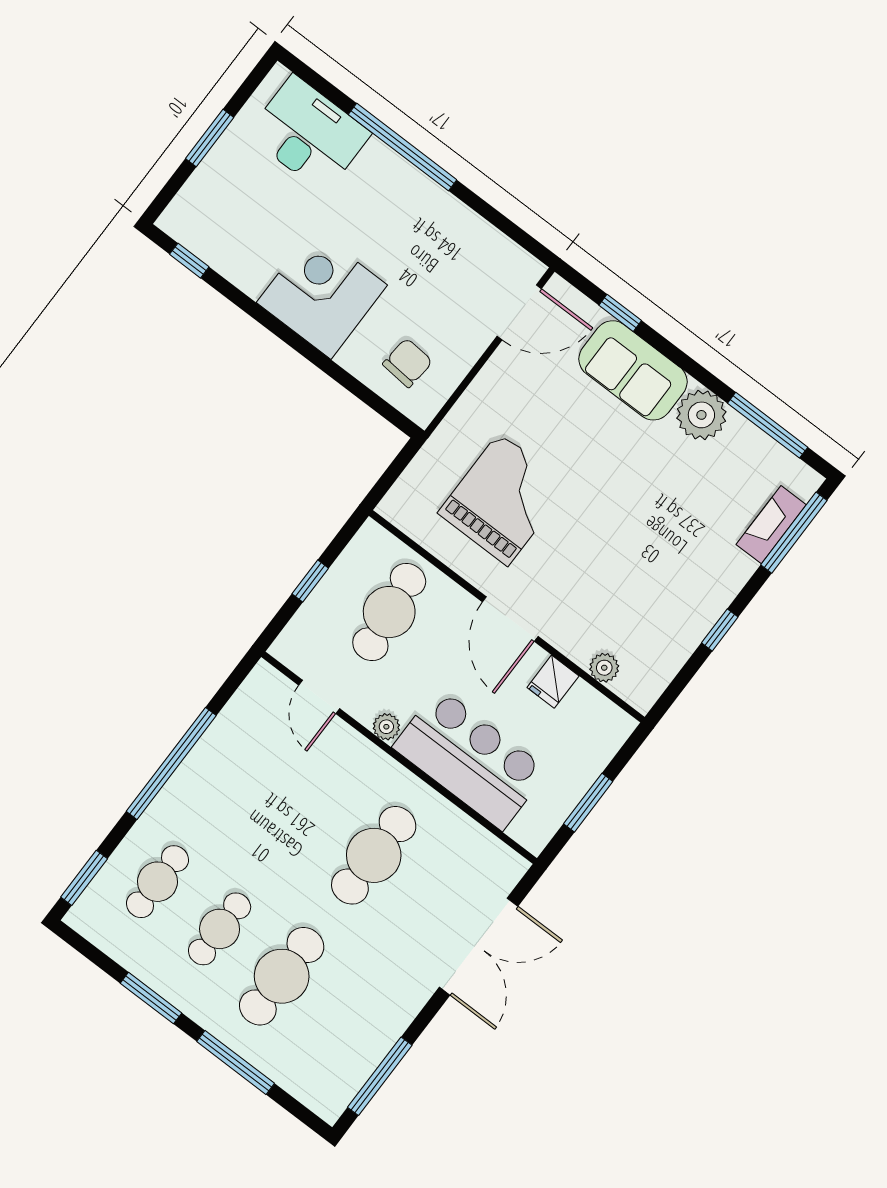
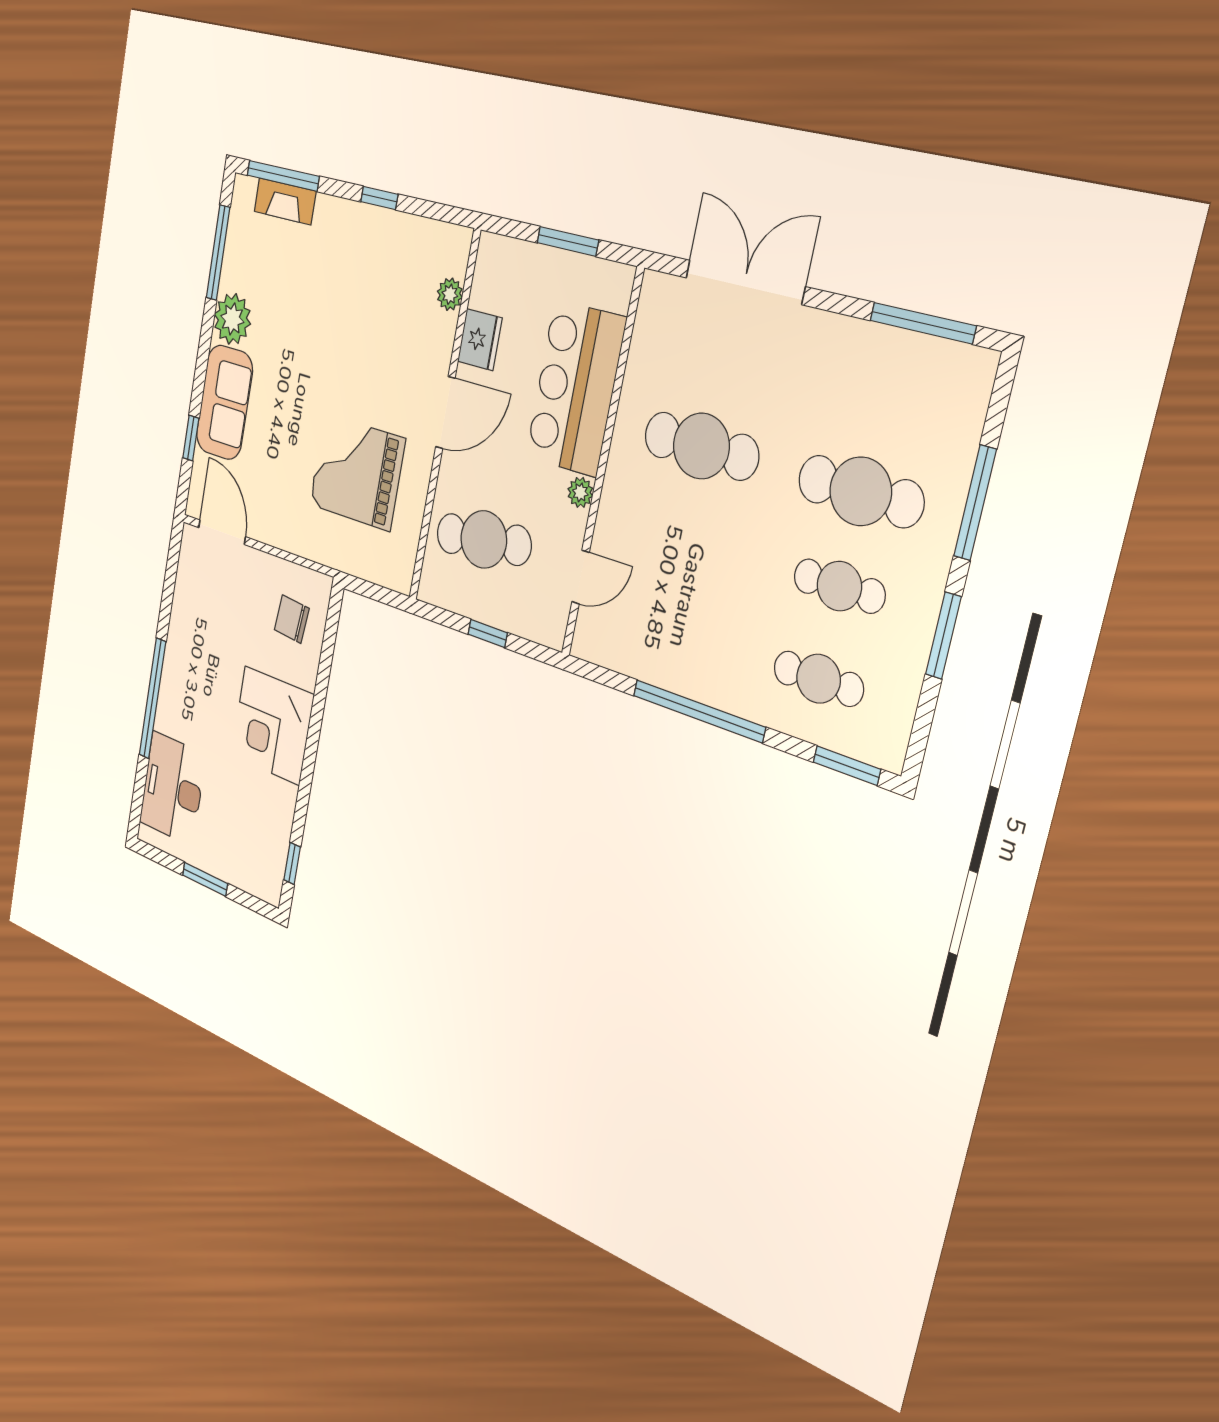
fridge: (553, 682) -> (480, 340), width x1.38

